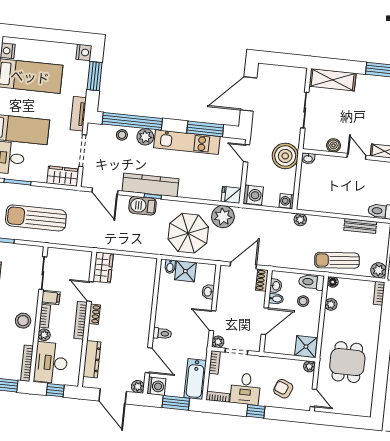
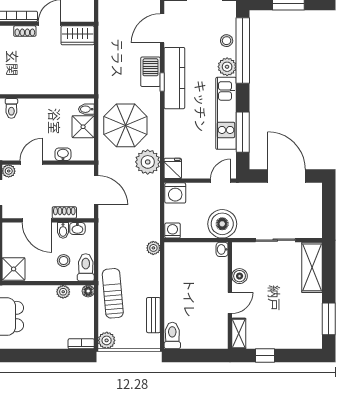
shoe rack: (262, 280) -> (64, 213), moved

